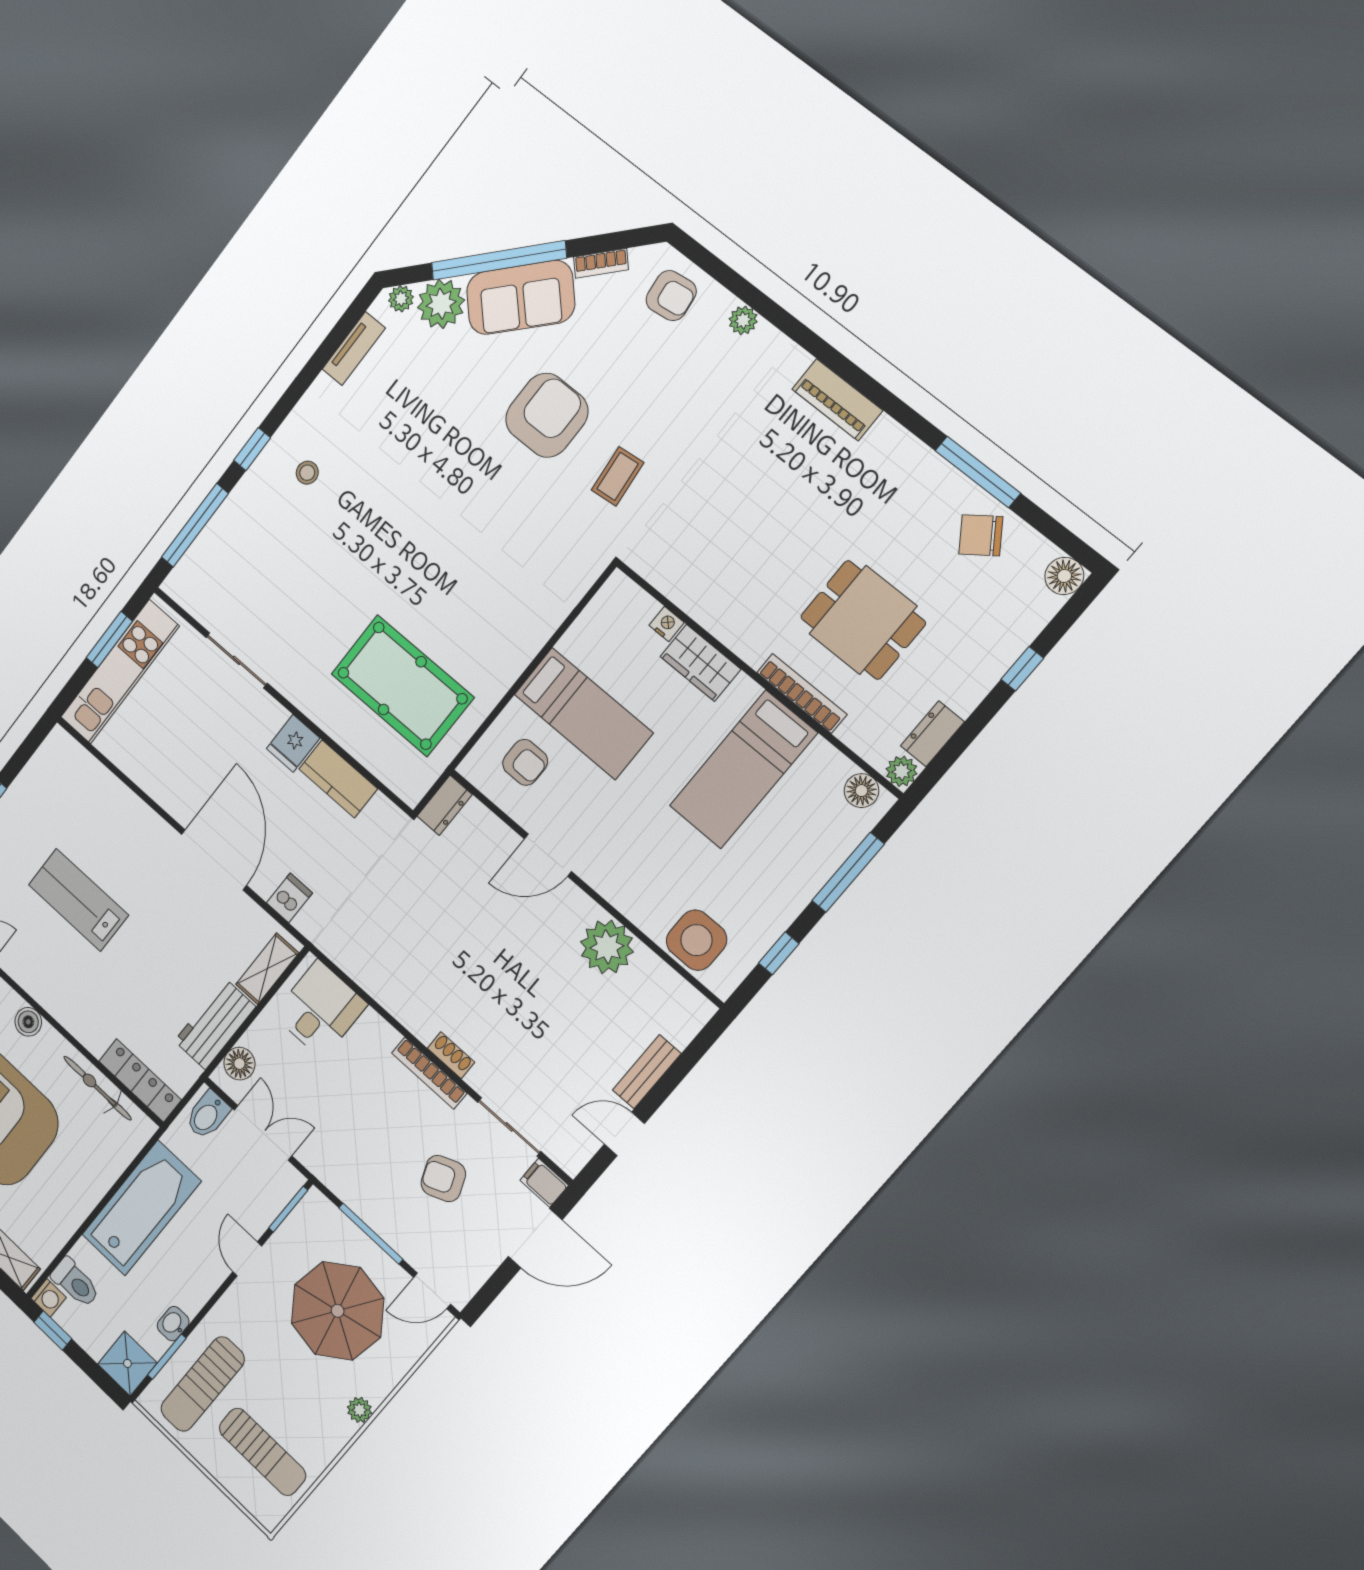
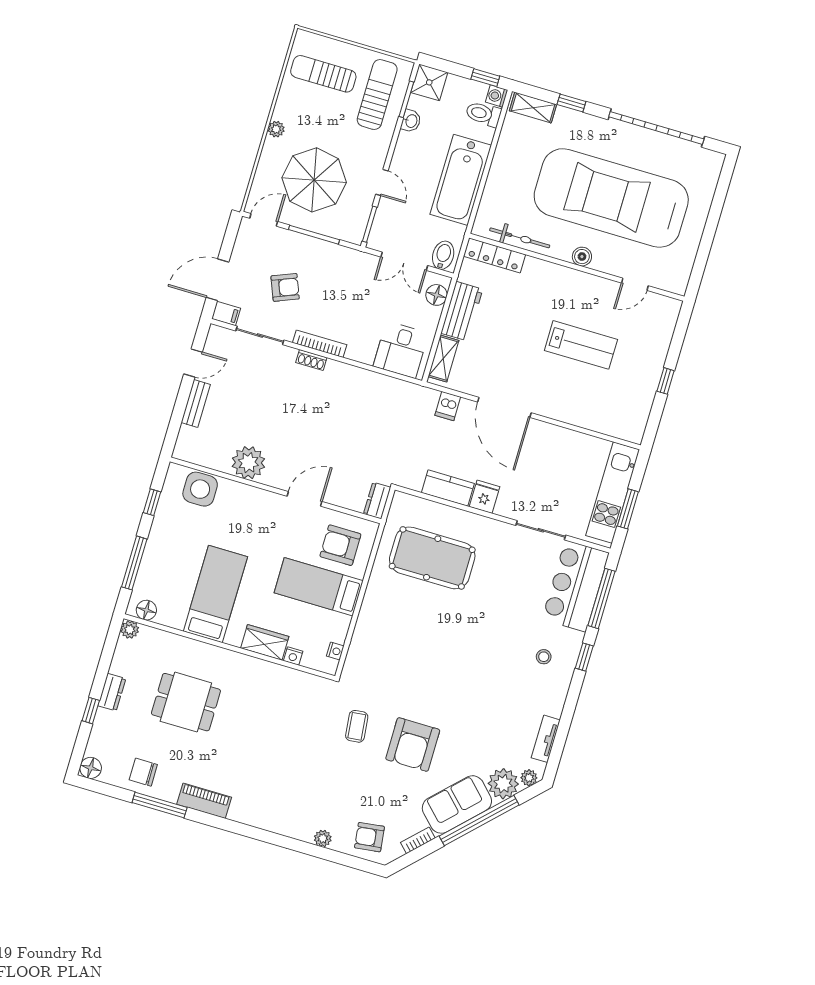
piano: (837, 400) -> (204, 801), moved
chair: (981, 535) -> (143, 772), turned -145
bar counter: (222, 559) -> (576, 586), added
nightstand: (600, 605) -> (335, 651), added
bookcase: (802, 693) -> (202, 649), removed
dresser: (932, 734) -> (112, 692), moved
armchair: (525, 762) -> (340, 545), width x1.38, depth x1.38

